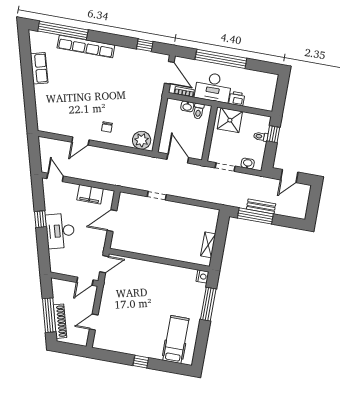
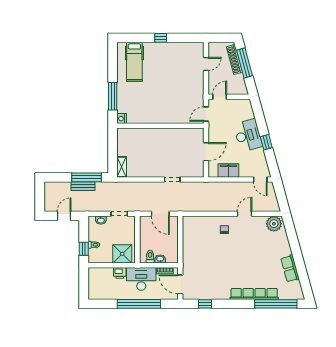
plant: (142, 140) -> (274, 224), moved
shelving: (208, 245) -> (122, 167), moved

